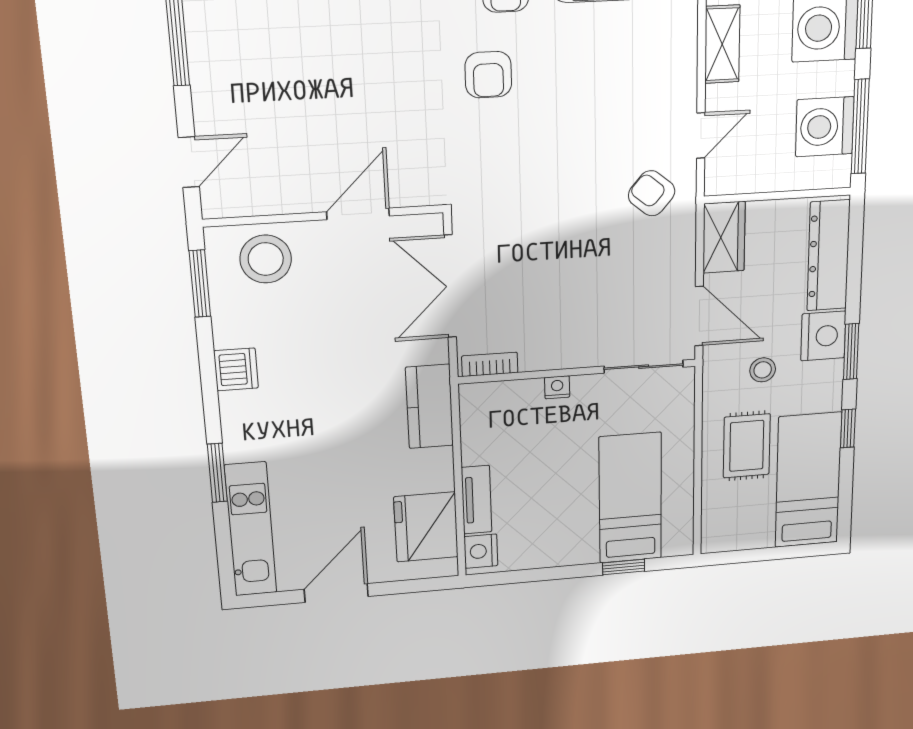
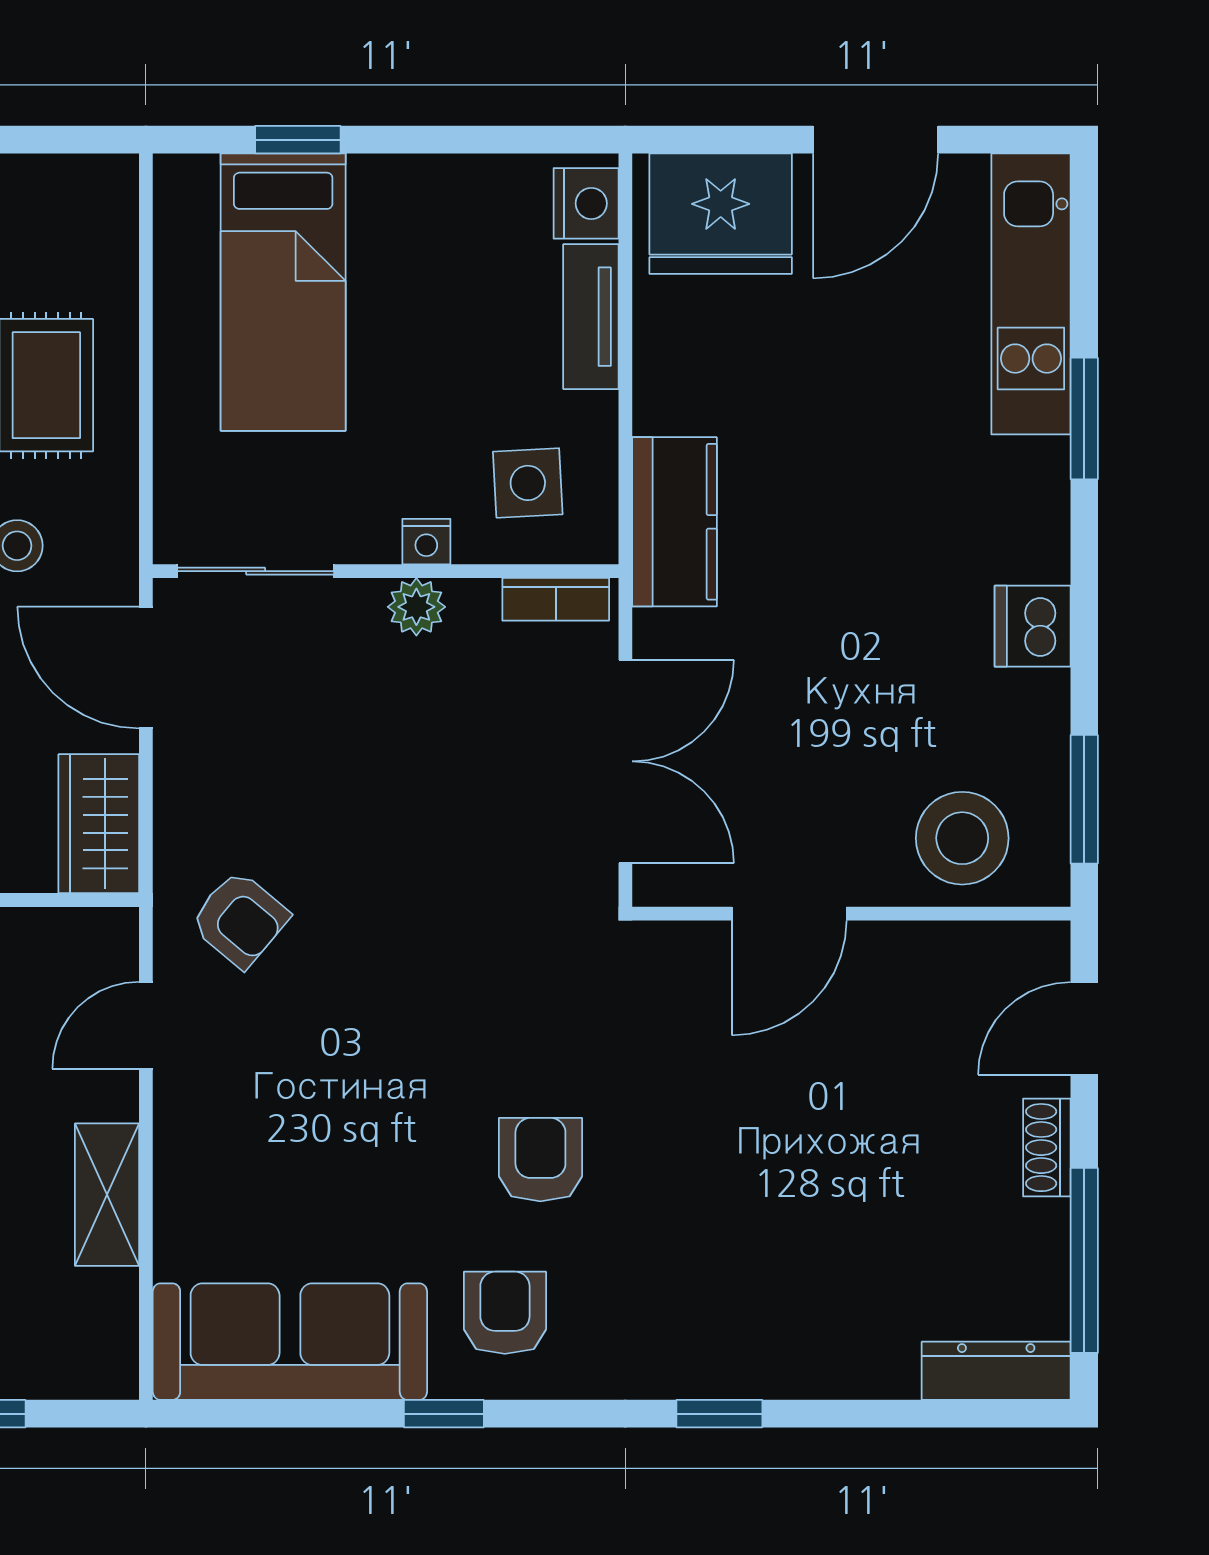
shoe rack: (204, 96) -> (1047, 1148), added
plant: (562, 355) -> (416, 607), added
side table: (506, 419) -> (528, 483), added
fridge: (426, 527) -> (721, 214), moved, turned 90

